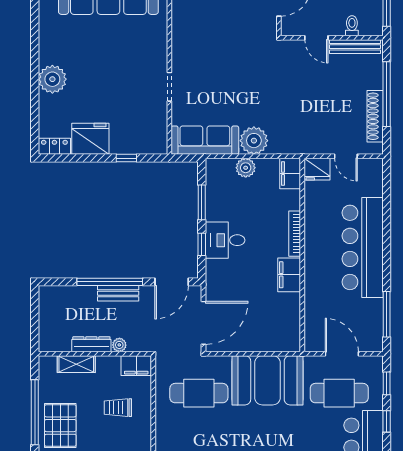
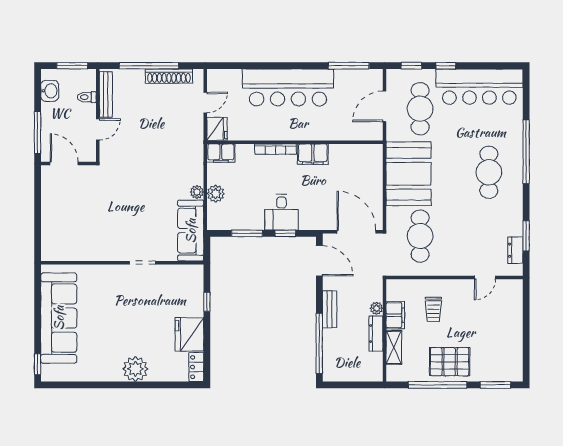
plant: (254, 141) -> (197, 192), width x0.53, depth x0.53
window: (110, 282) -> (319, 343), moved
filing cabinet: (136, 366) -> (395, 315), moved

